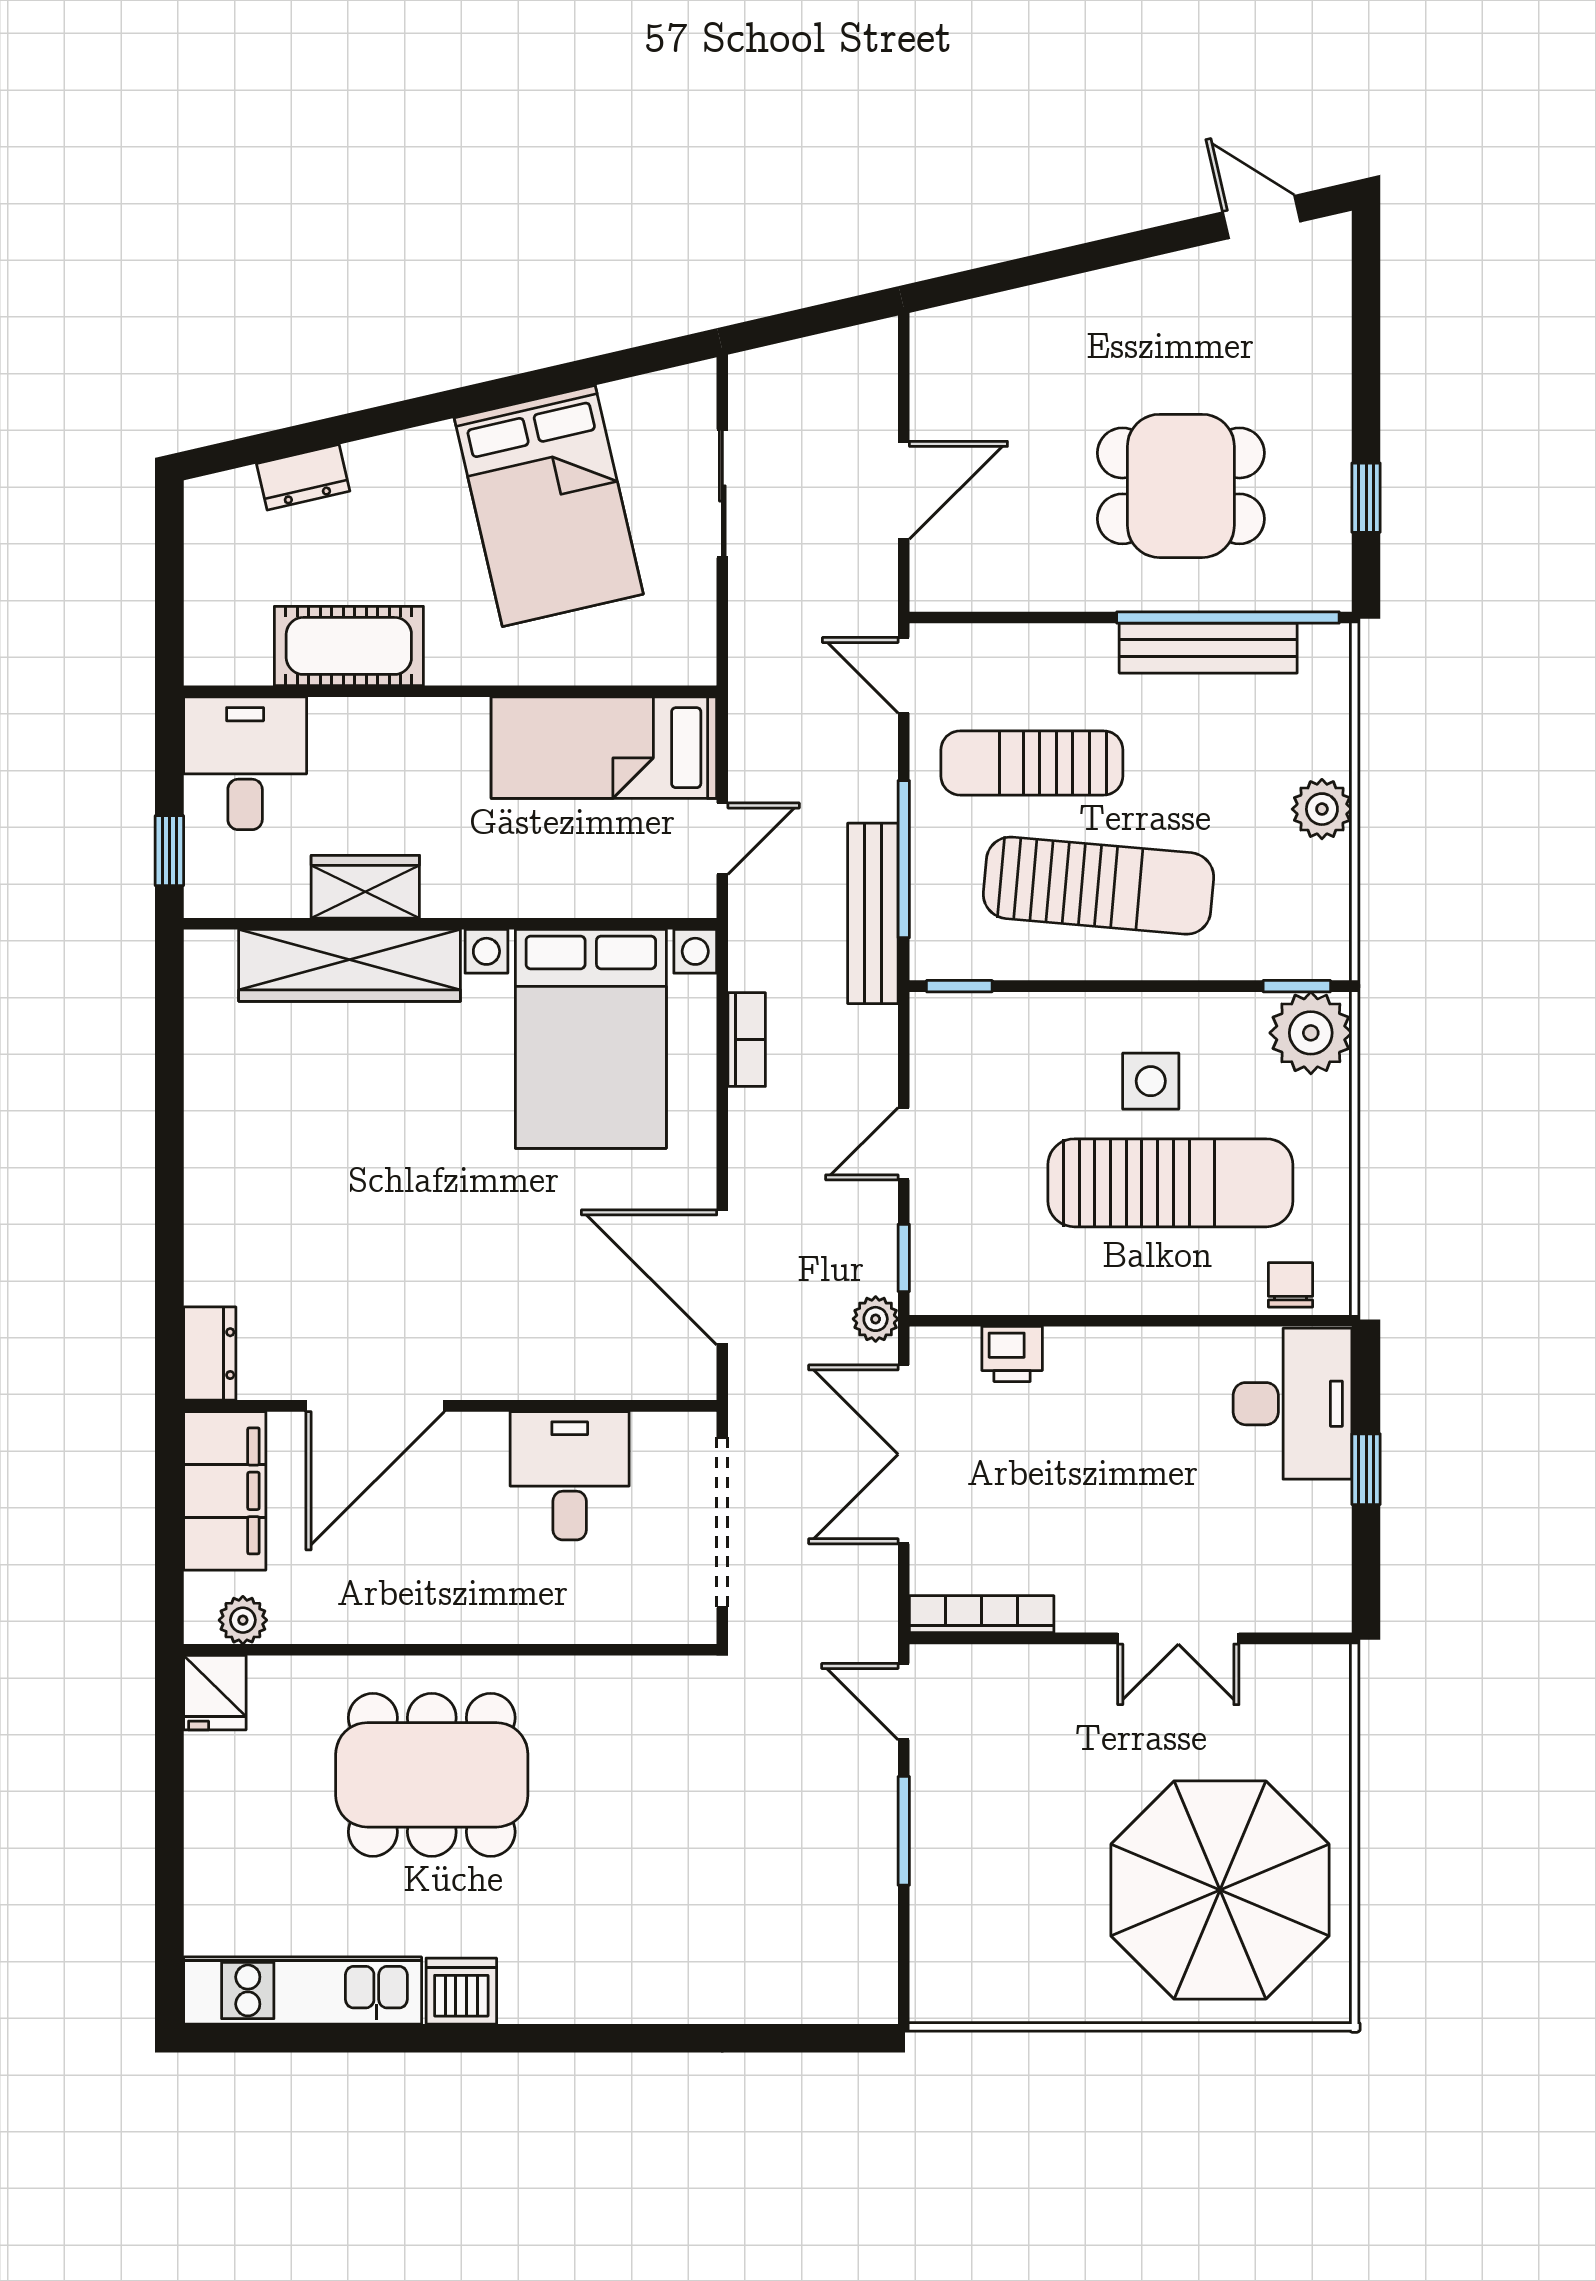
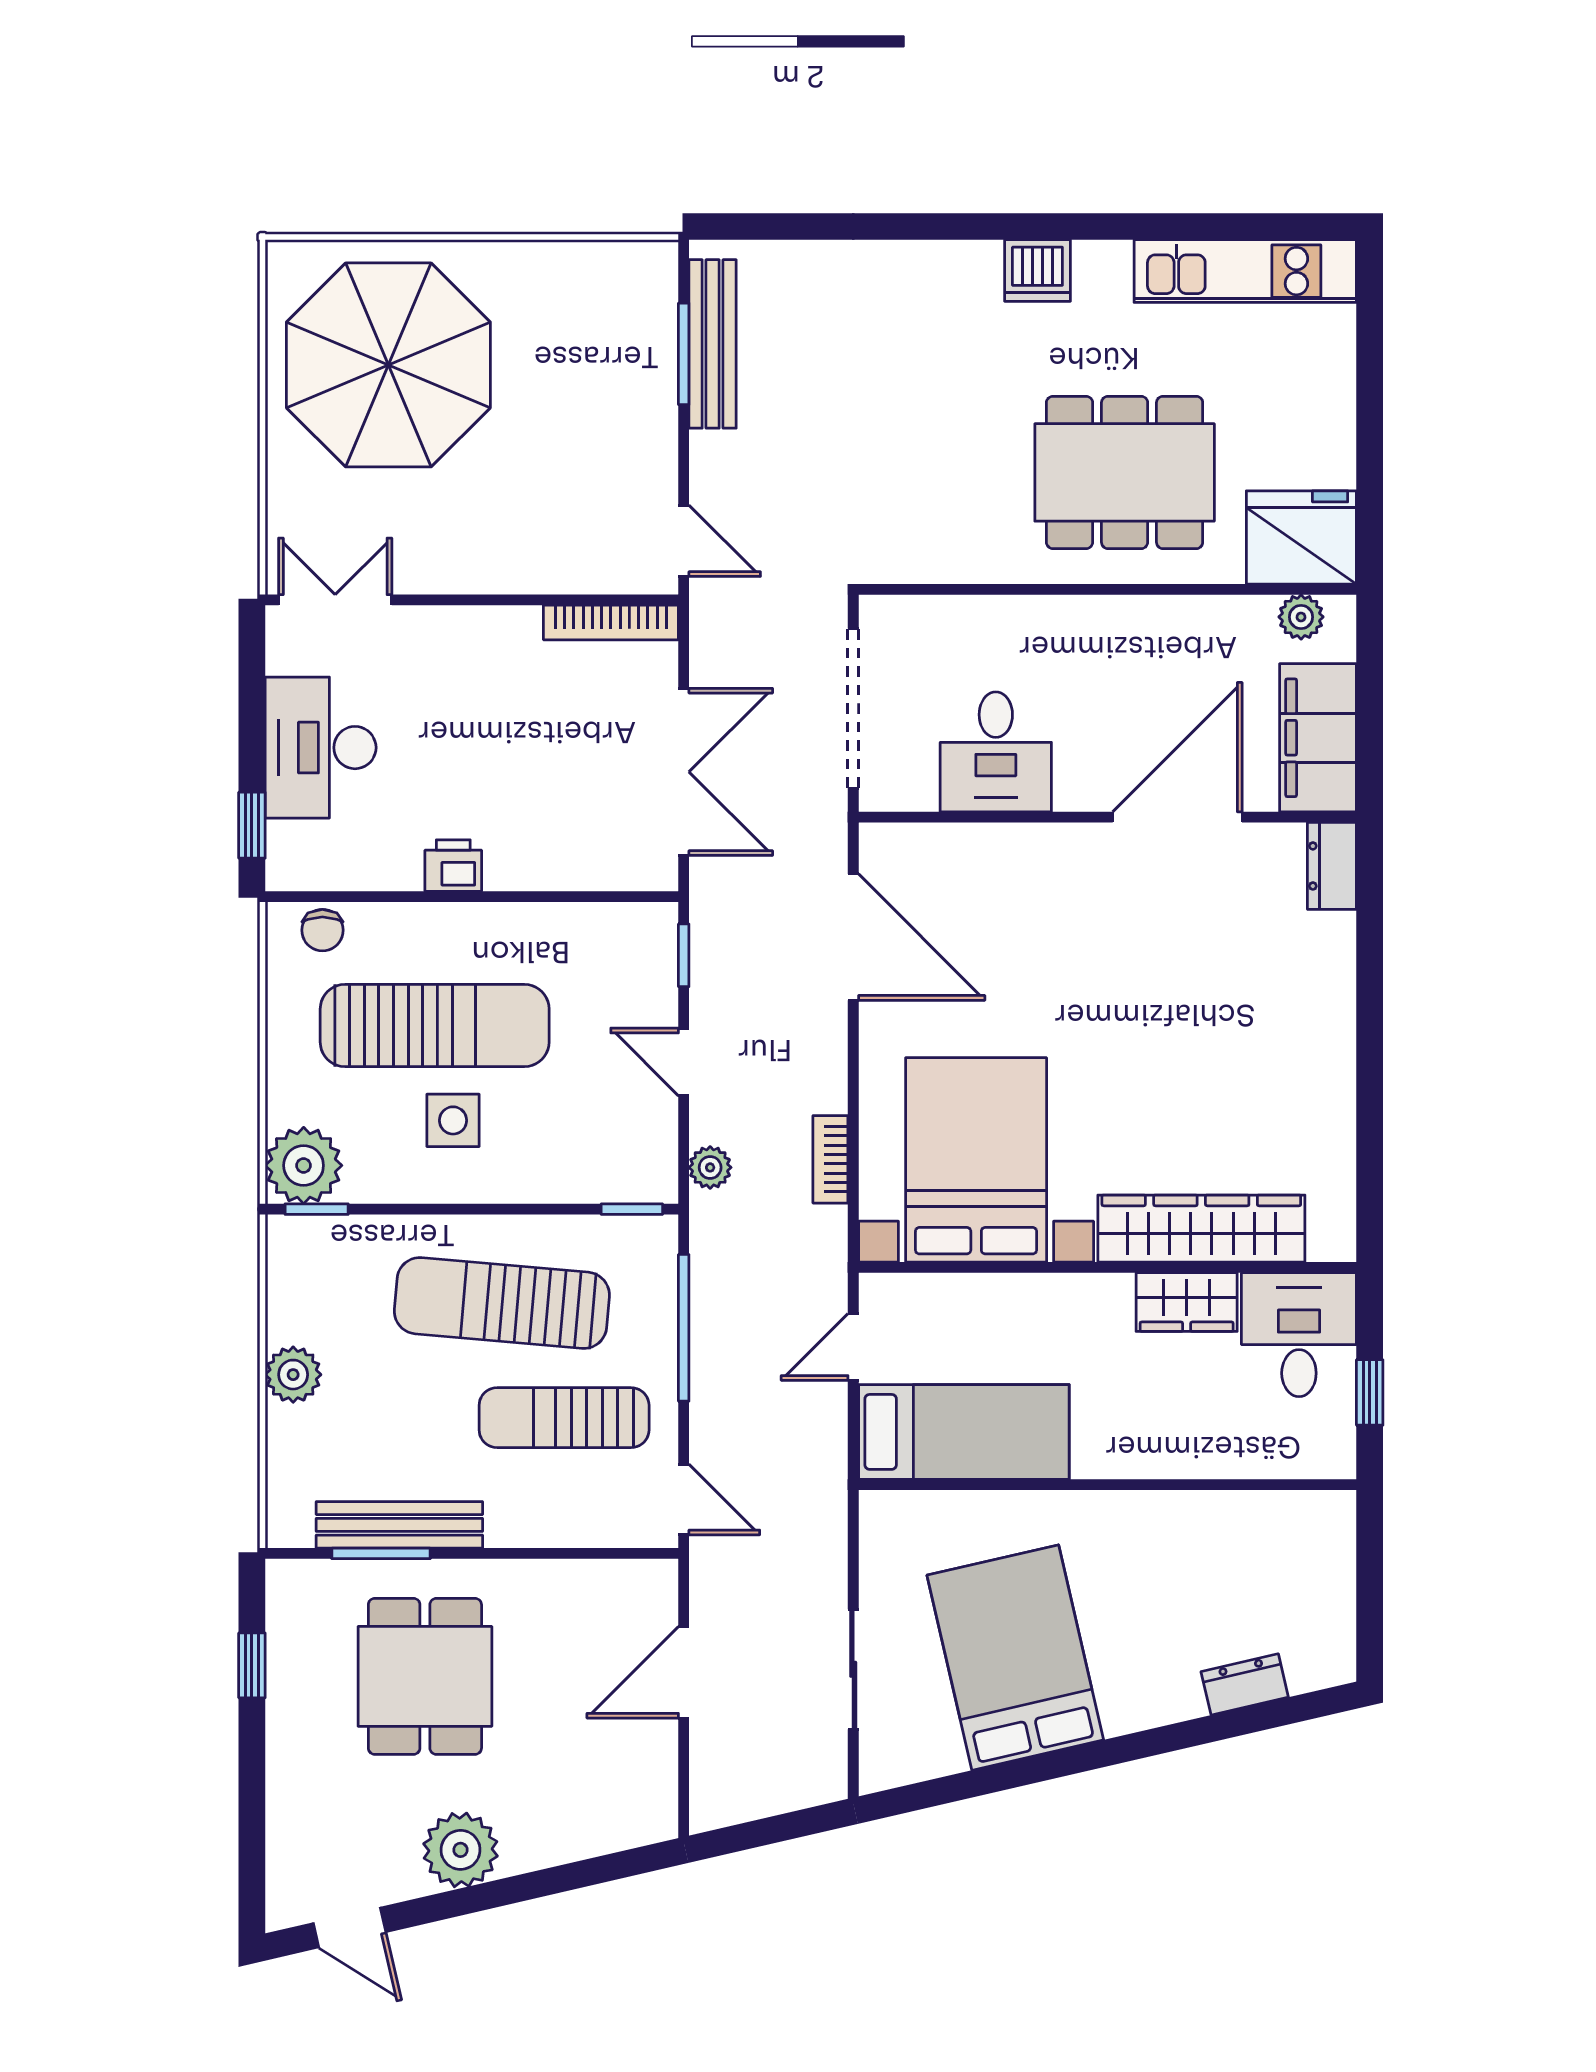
plant: (1143, 300) -> (461, 1850), added
dining table: (1181, 486) -> (425, 1676), turned 90
window: (1228, 618) -> (381, 1553), width x0.47
cot: (349, 646) -> (1202, 1527), removed
desk: (245, 763) -> (1299, 1335), moved, turned 180
sun lounger: (1032, 763) -> (564, 1418), turned 180
window: (169, 851) -> (1370, 1392), moved
bench: (873, 913) -> (713, 344), moved
door: (904, 1144) -> (684, 1062), swing flipped
sun lounger: (1170, 1183) -> (435, 1025), turned 180
plant: (876, 1319) -> (710, 1167), moved
printer: (1012, 1354) -> (453, 866), moved
desk: (1293, 1404) -> (321, 748), moved
window: (1366, 1469) -> (252, 825), moved
double door: (1178, 1638) -> (335, 600), moved
fridge: (215, 1693) -> (1301, 537), width x1.88, depth x1.34
window: (904, 1831) -> (684, 354), moved
dishwasher: (461, 1991) -> (1037, 271), moved

